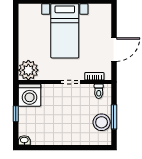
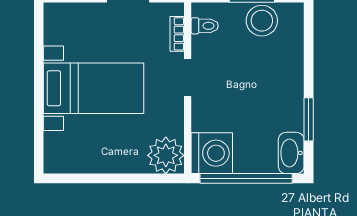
window: (16, 114) -> (246, 178), width x3.17
washbasin: (24, 140) -> (291, 153), width x1.91, depth x1.45
window: (48, 148) -> (309, 119), added

